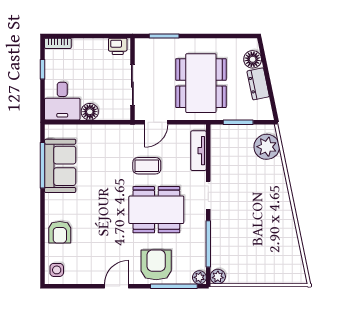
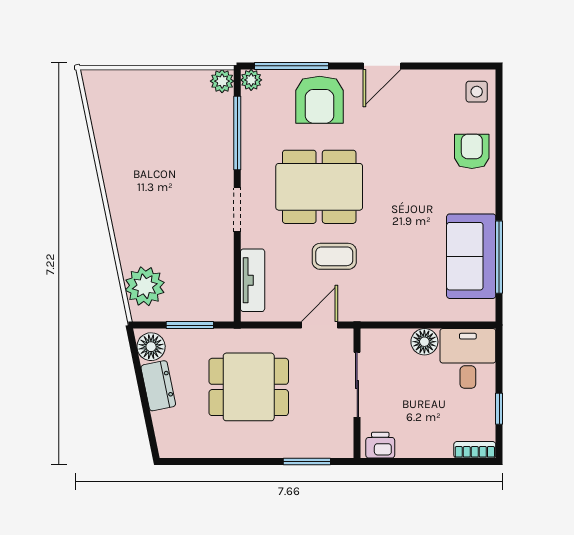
floor lamp: (253, 59) -> (151, 347), moved
dining table: (201, 83) -> (249, 387), width x0.73

